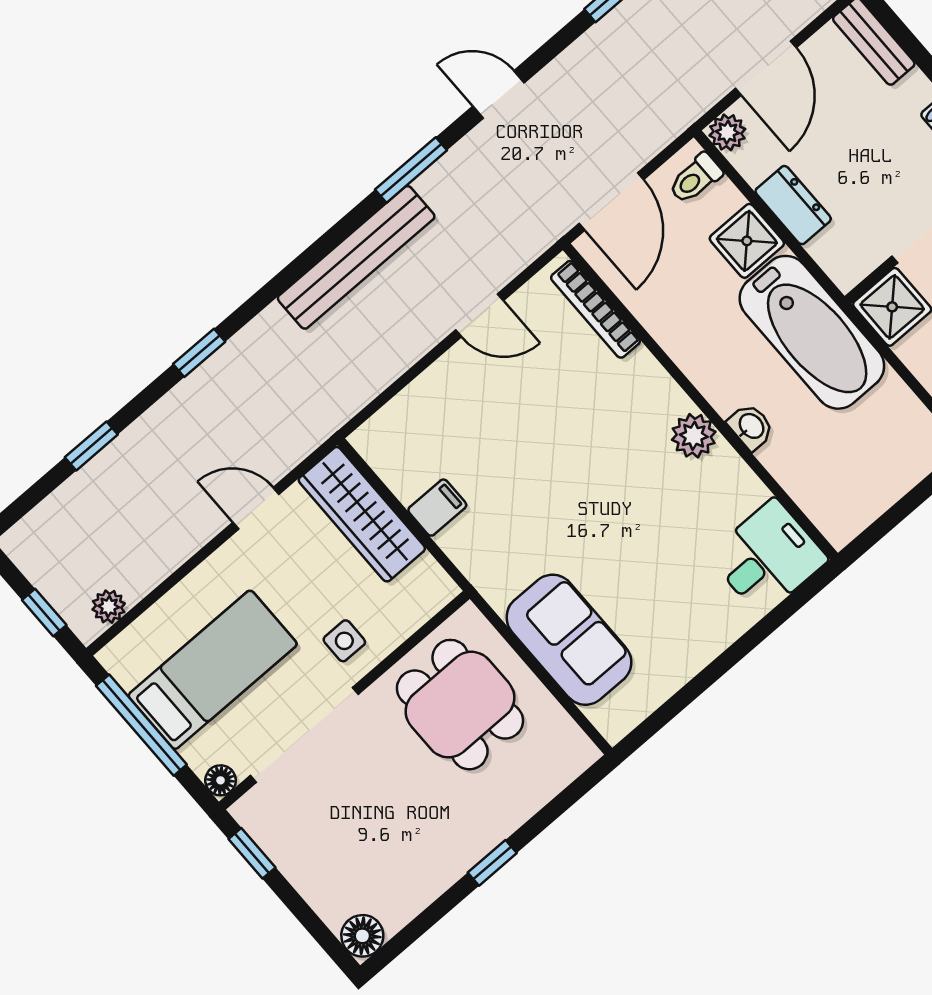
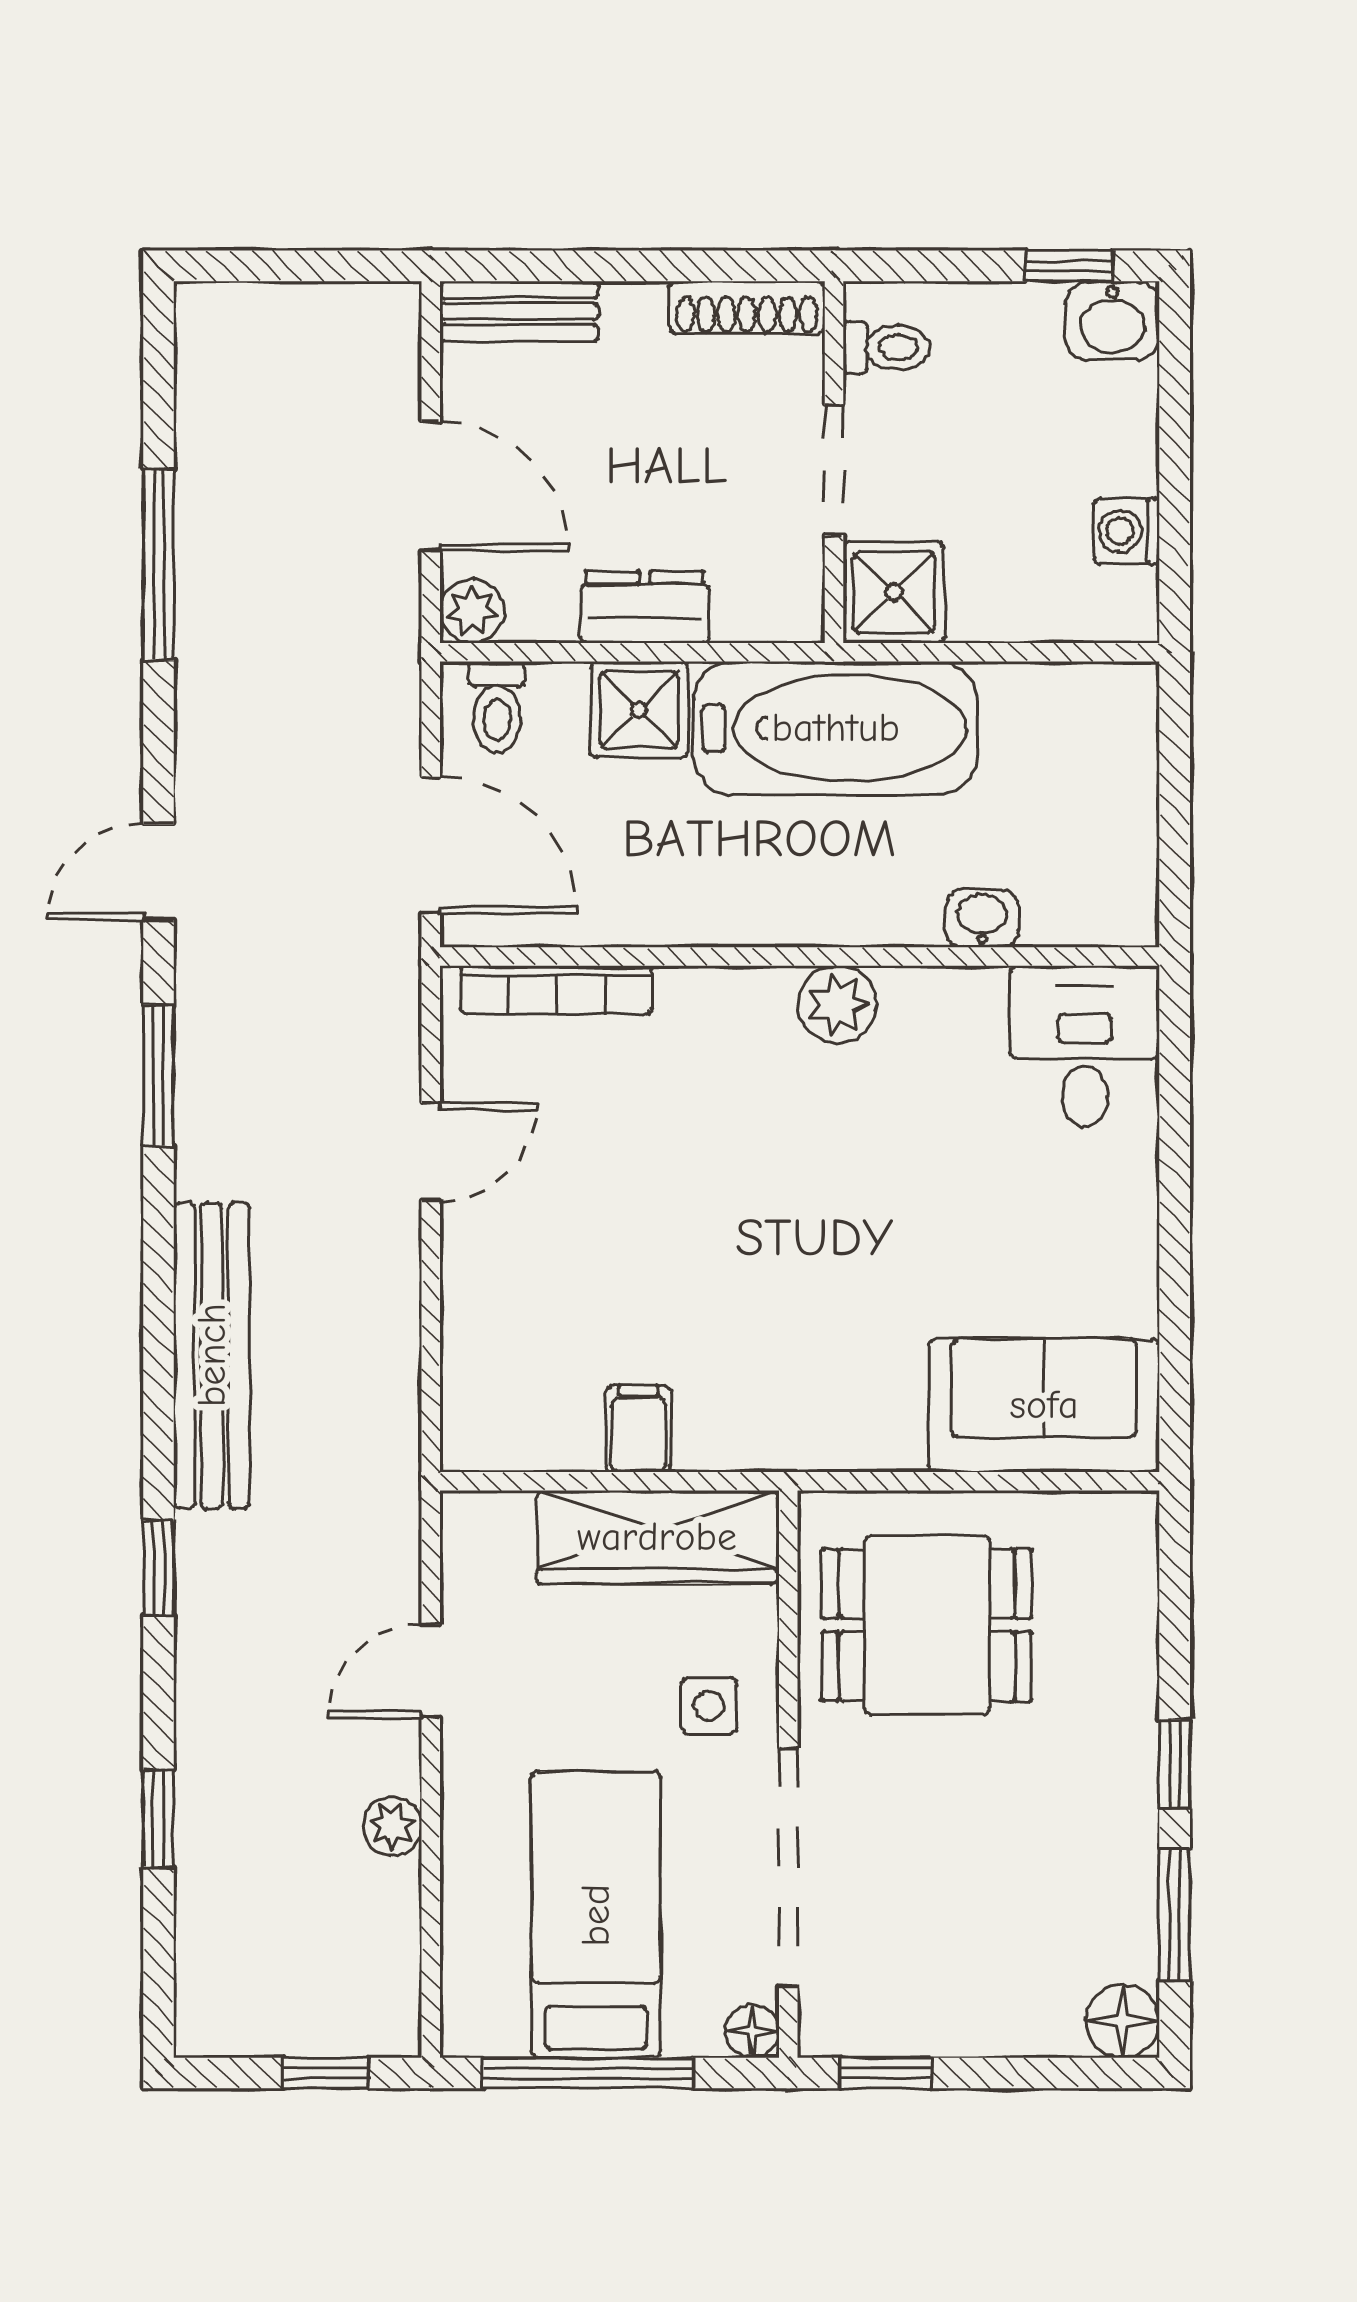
bench: (356, 257) -> (212, 1355), moved
washbasin: (751, 427) -> (982, 918), moved
wardrobe: (362, 514) -> (657, 1537), moved
plant: (109, 607) -> (392, 1826), moved
sofa: (569, 640) -> (1044, 1405), moved
window: (427, 919) -> (1175, 1915), added

